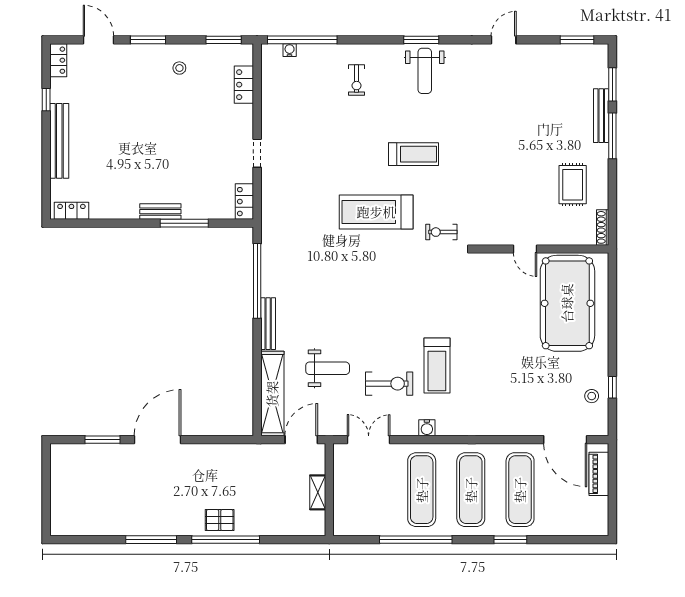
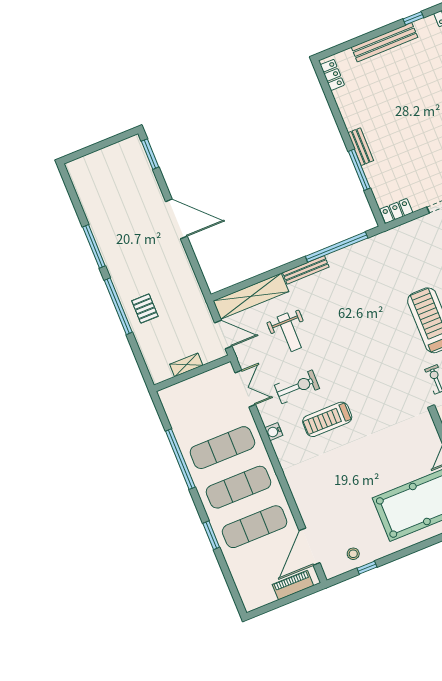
exercise bike: (389, 384) -> (297, 387), turned -90
window: (102, 440) -> (150, 154), moved
pallet: (220, 520) -> (145, 309), moved

